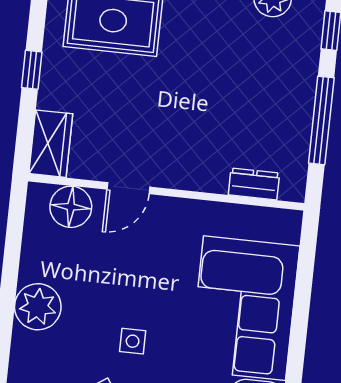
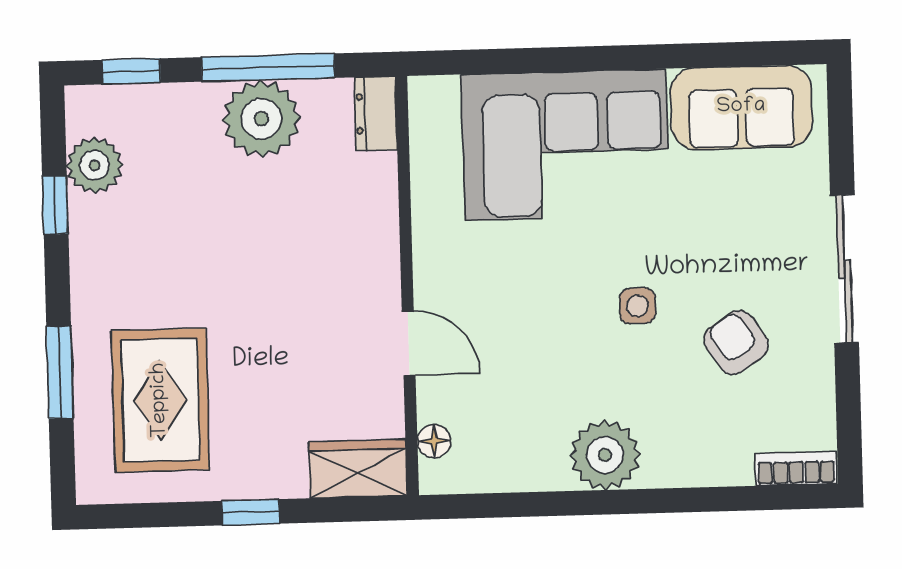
plant: (288, 112) -> (261, 119), added
dresser: (254, 184) -> (376, 114), moved
floor lamp: (71, 207) -> (434, 441), width x0.53, depth x0.53

